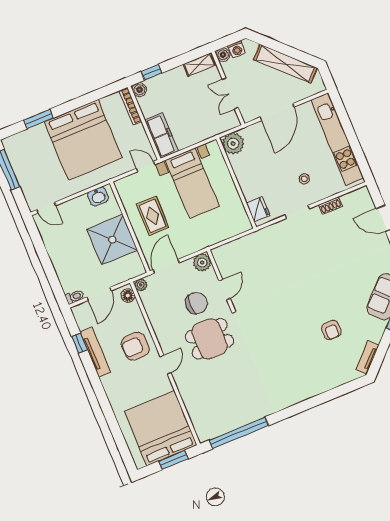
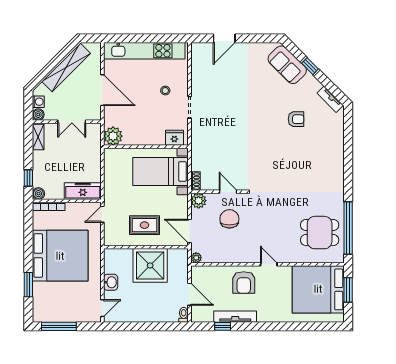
bed with nightstands: (192, 183) -> (161, 172), moved, turned 180
washbasin: (98, 196) -> (111, 282), moved
shoe rack: (330, 205) -> (195, 181), moved
floor lamp: (128, 296) -> (200, 272), removed
dining table: (210, 339) -> (320, 233), moved, turned 90

